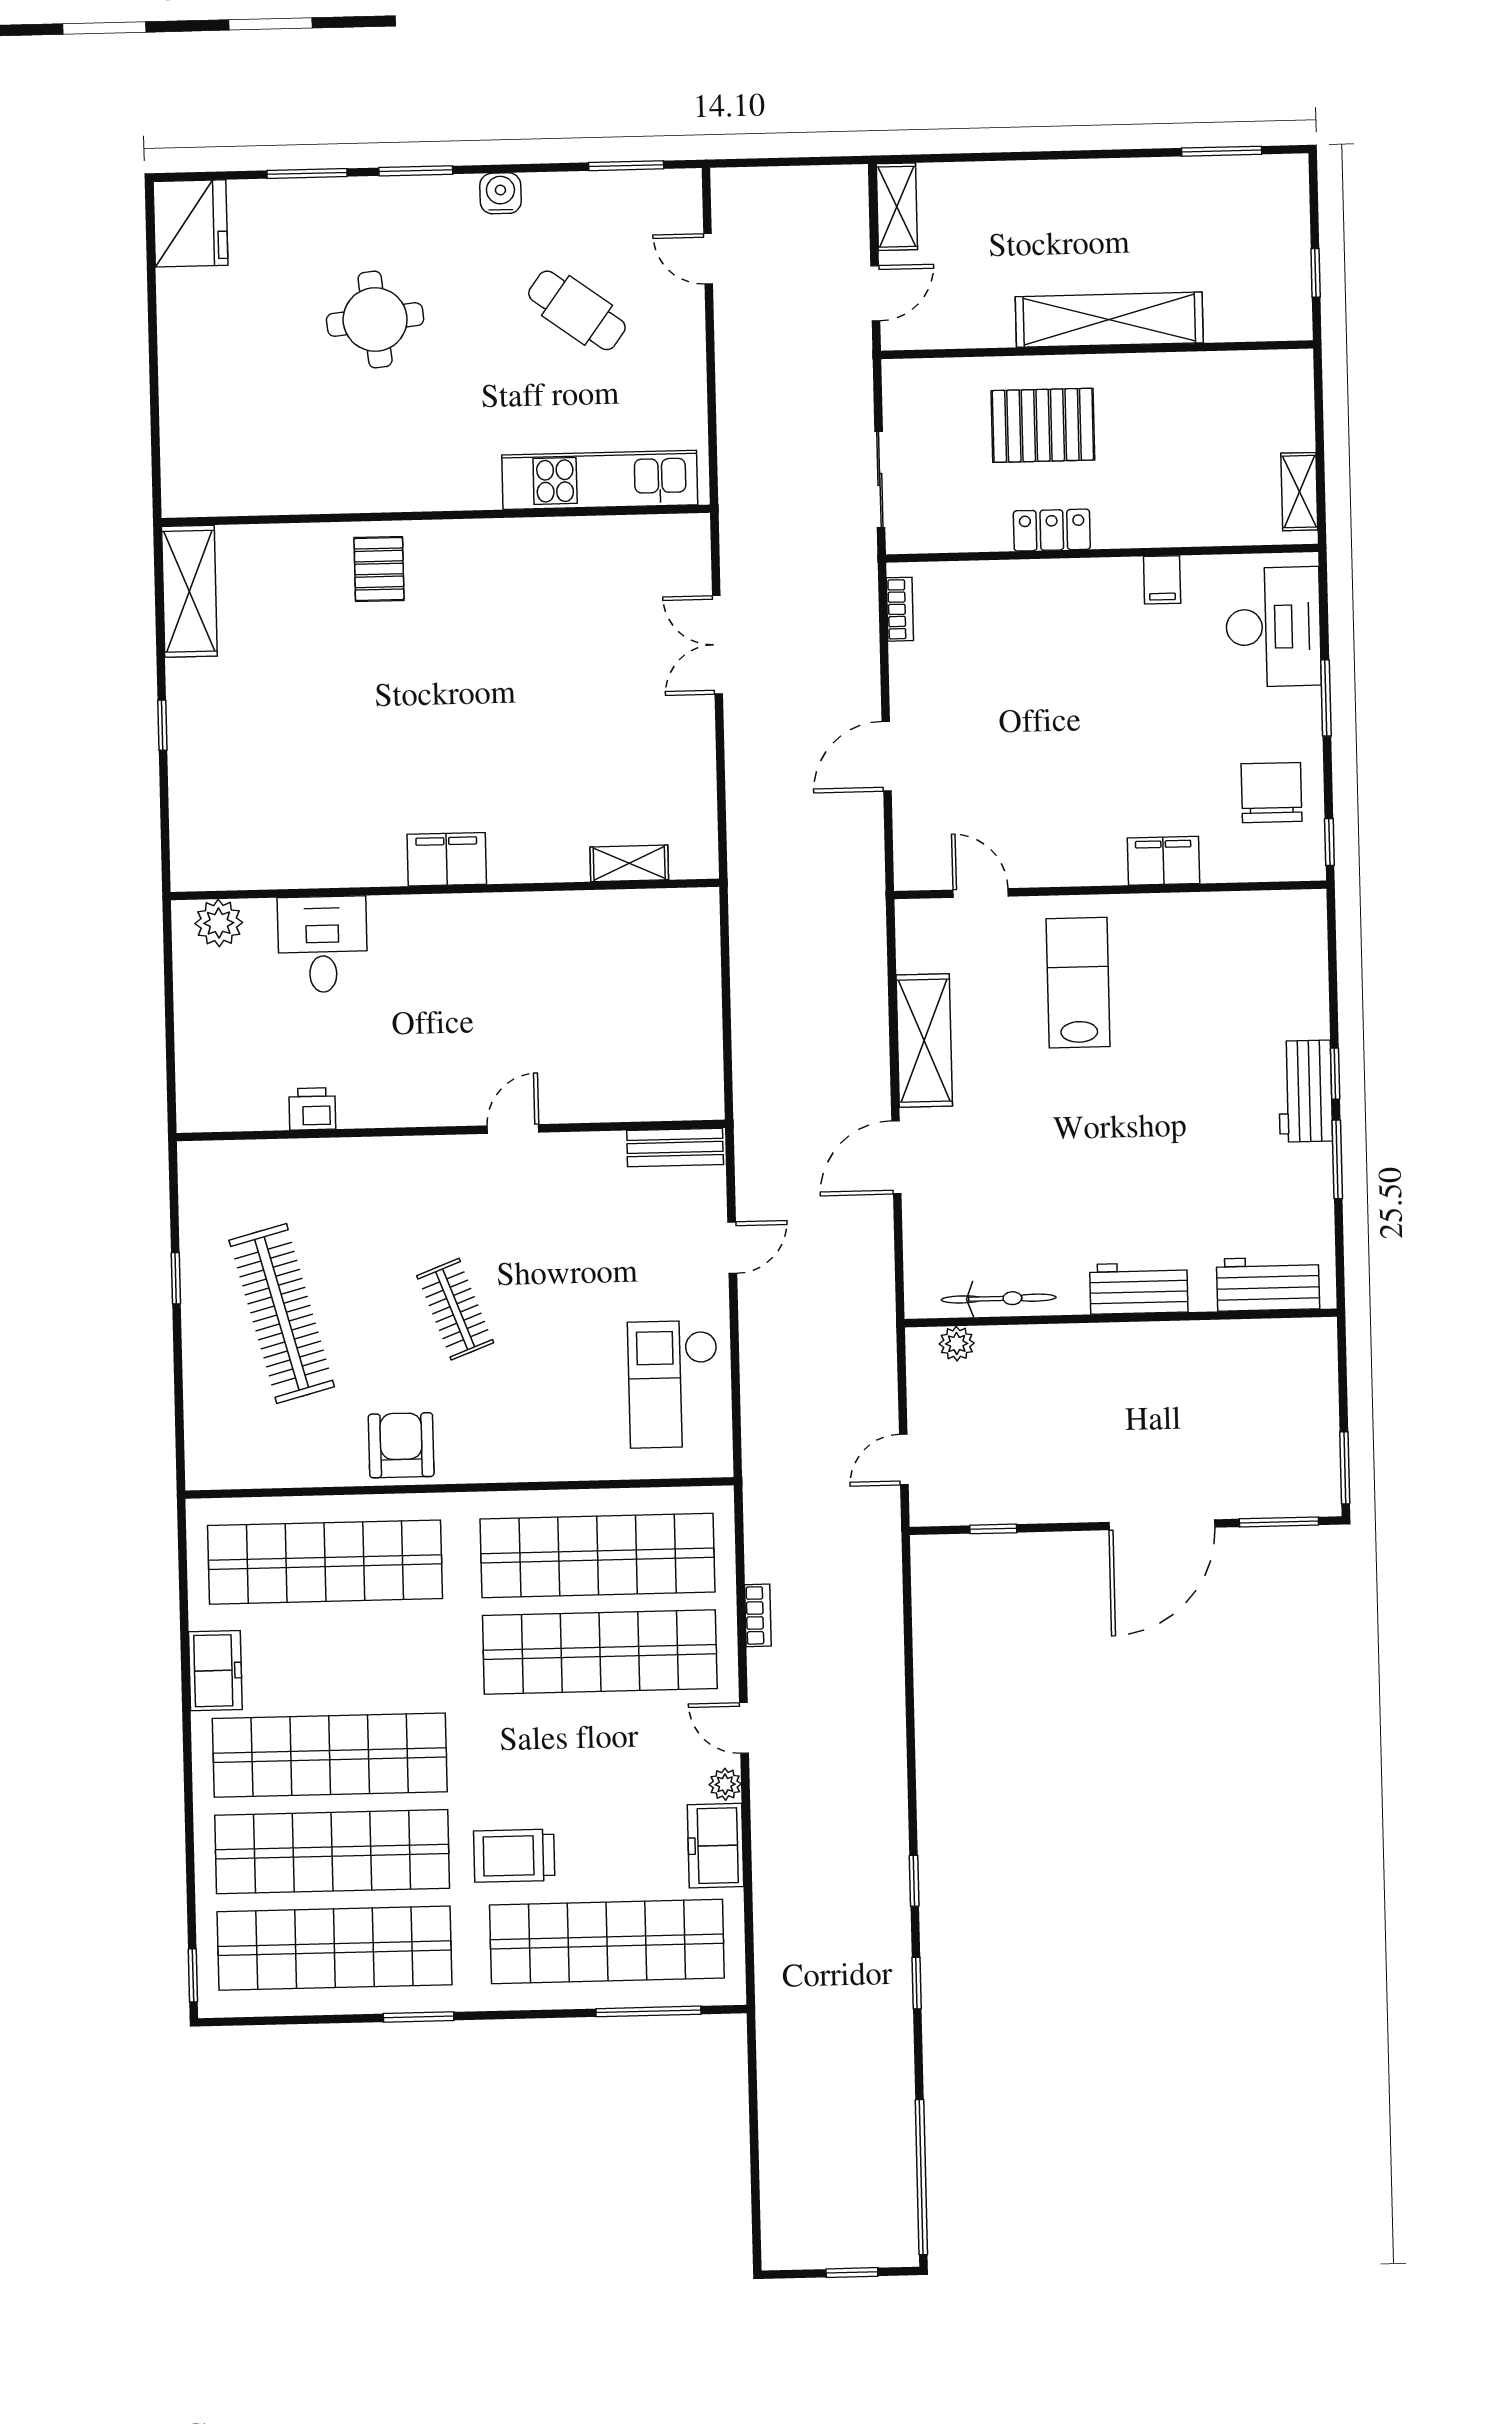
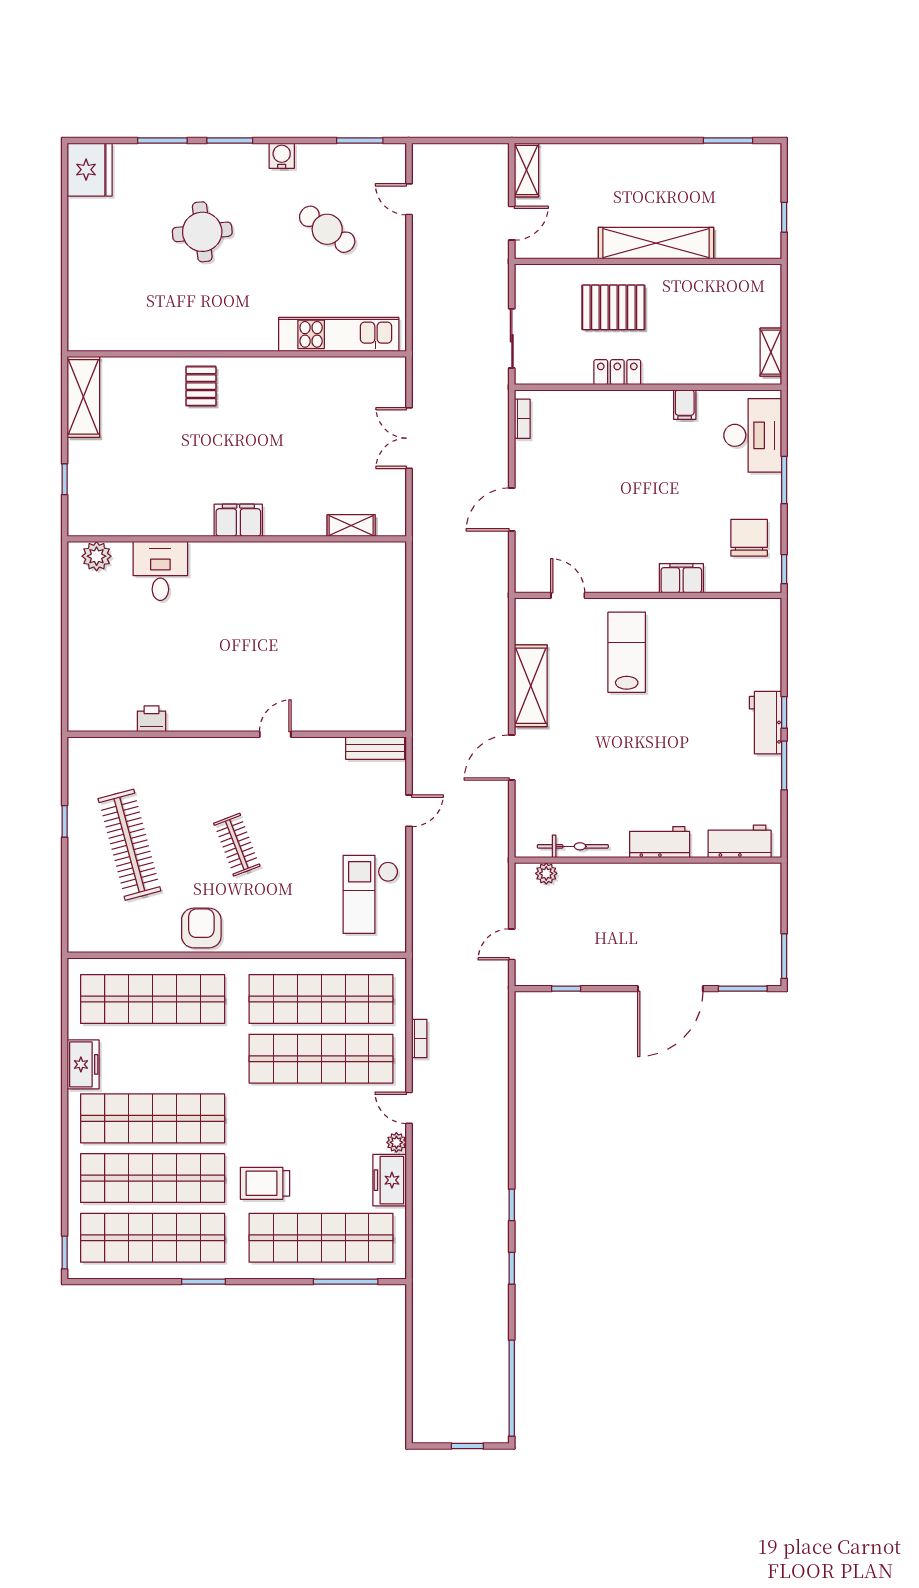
filing cabinet: (447, 859) -> (238, 520), moved
shelving: (629, 863) -> (351, 526), moved
wall: (445, 889) -> (237, 539), moved
plant: (219, 923) -> (97, 556), moved
desk: (323, 944) -> (160, 571), moved

